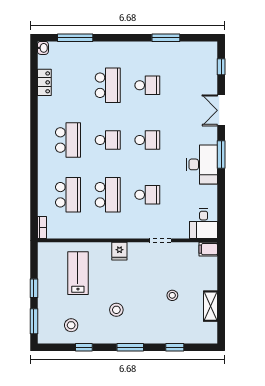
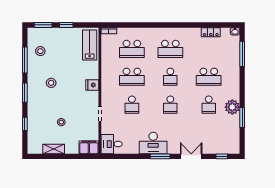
plant: (151, 52) -> (232, 107), added
filing cabinet: (208, 249) -> (89, 147), width x2.00
lab bench: (78, 273) -> (90, 45), moved, turned -90
window: (84, 347) -> (25, 60), width x2.17

